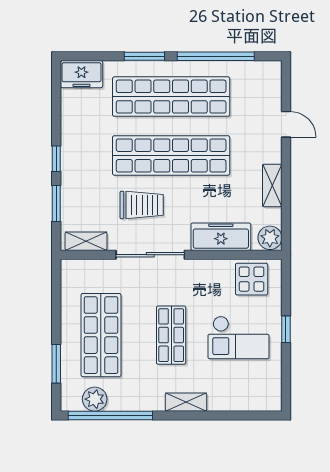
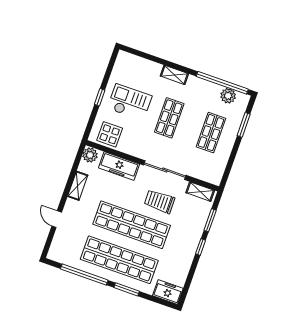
shop shelf: (101, 335) -> (211, 133), width x0.70, depth x0.74

